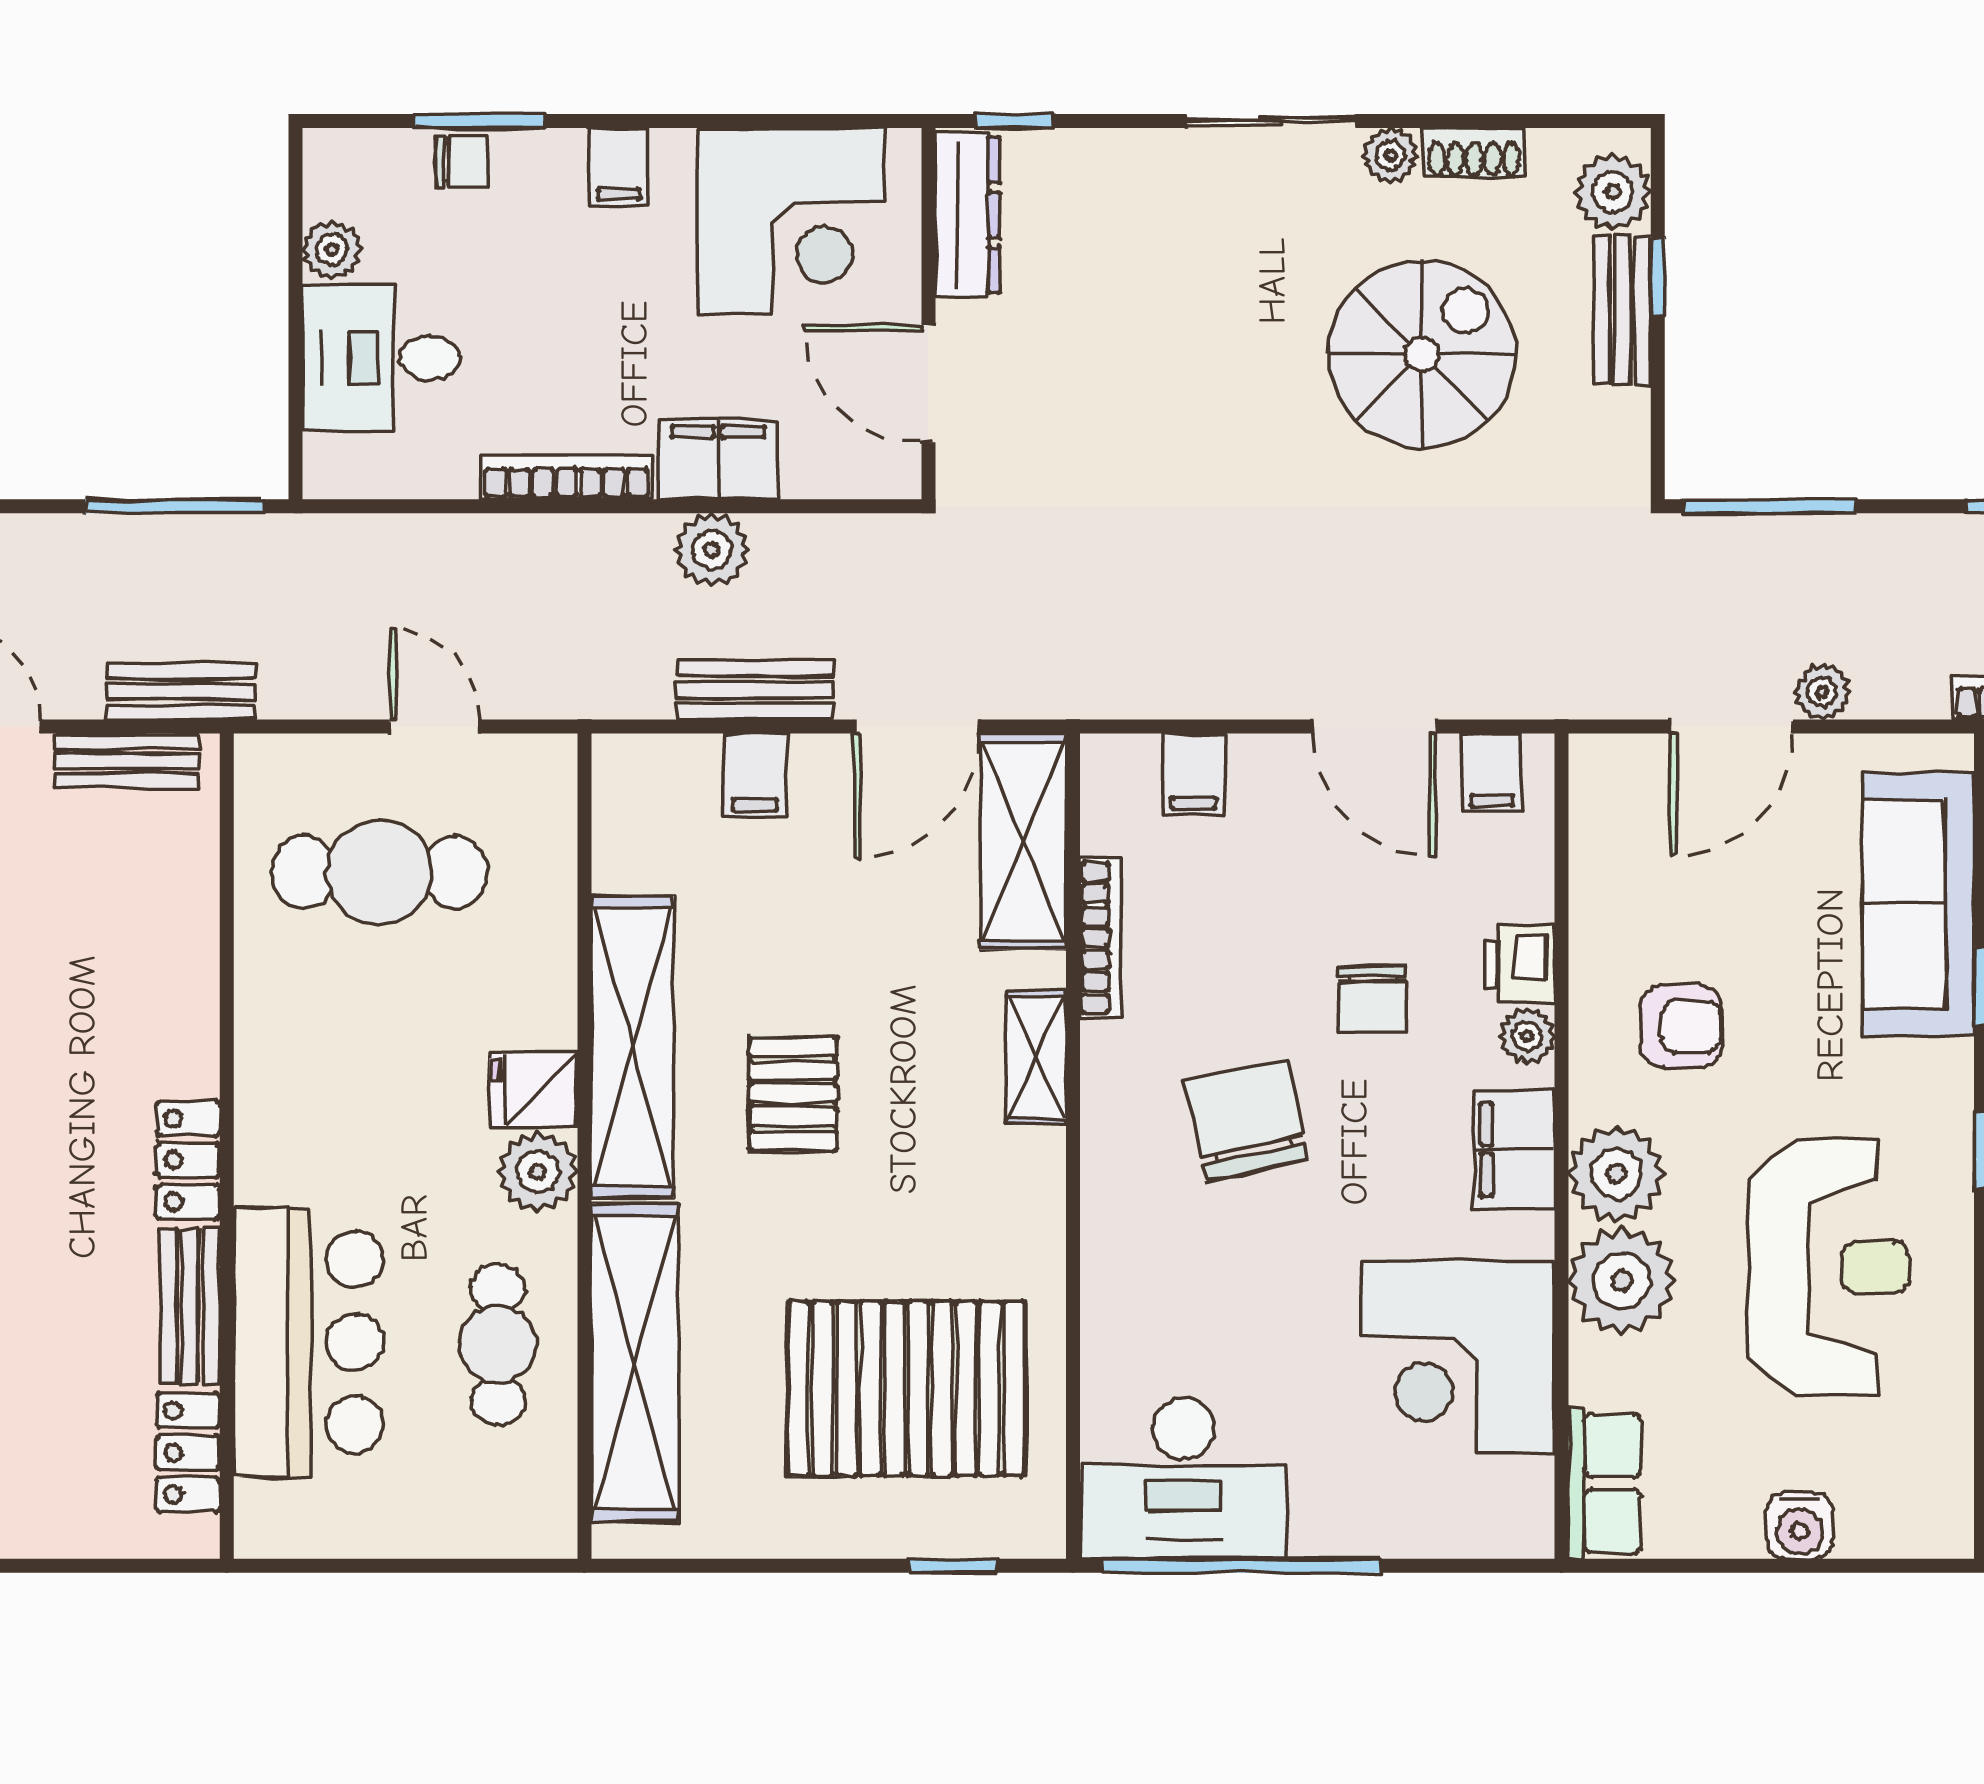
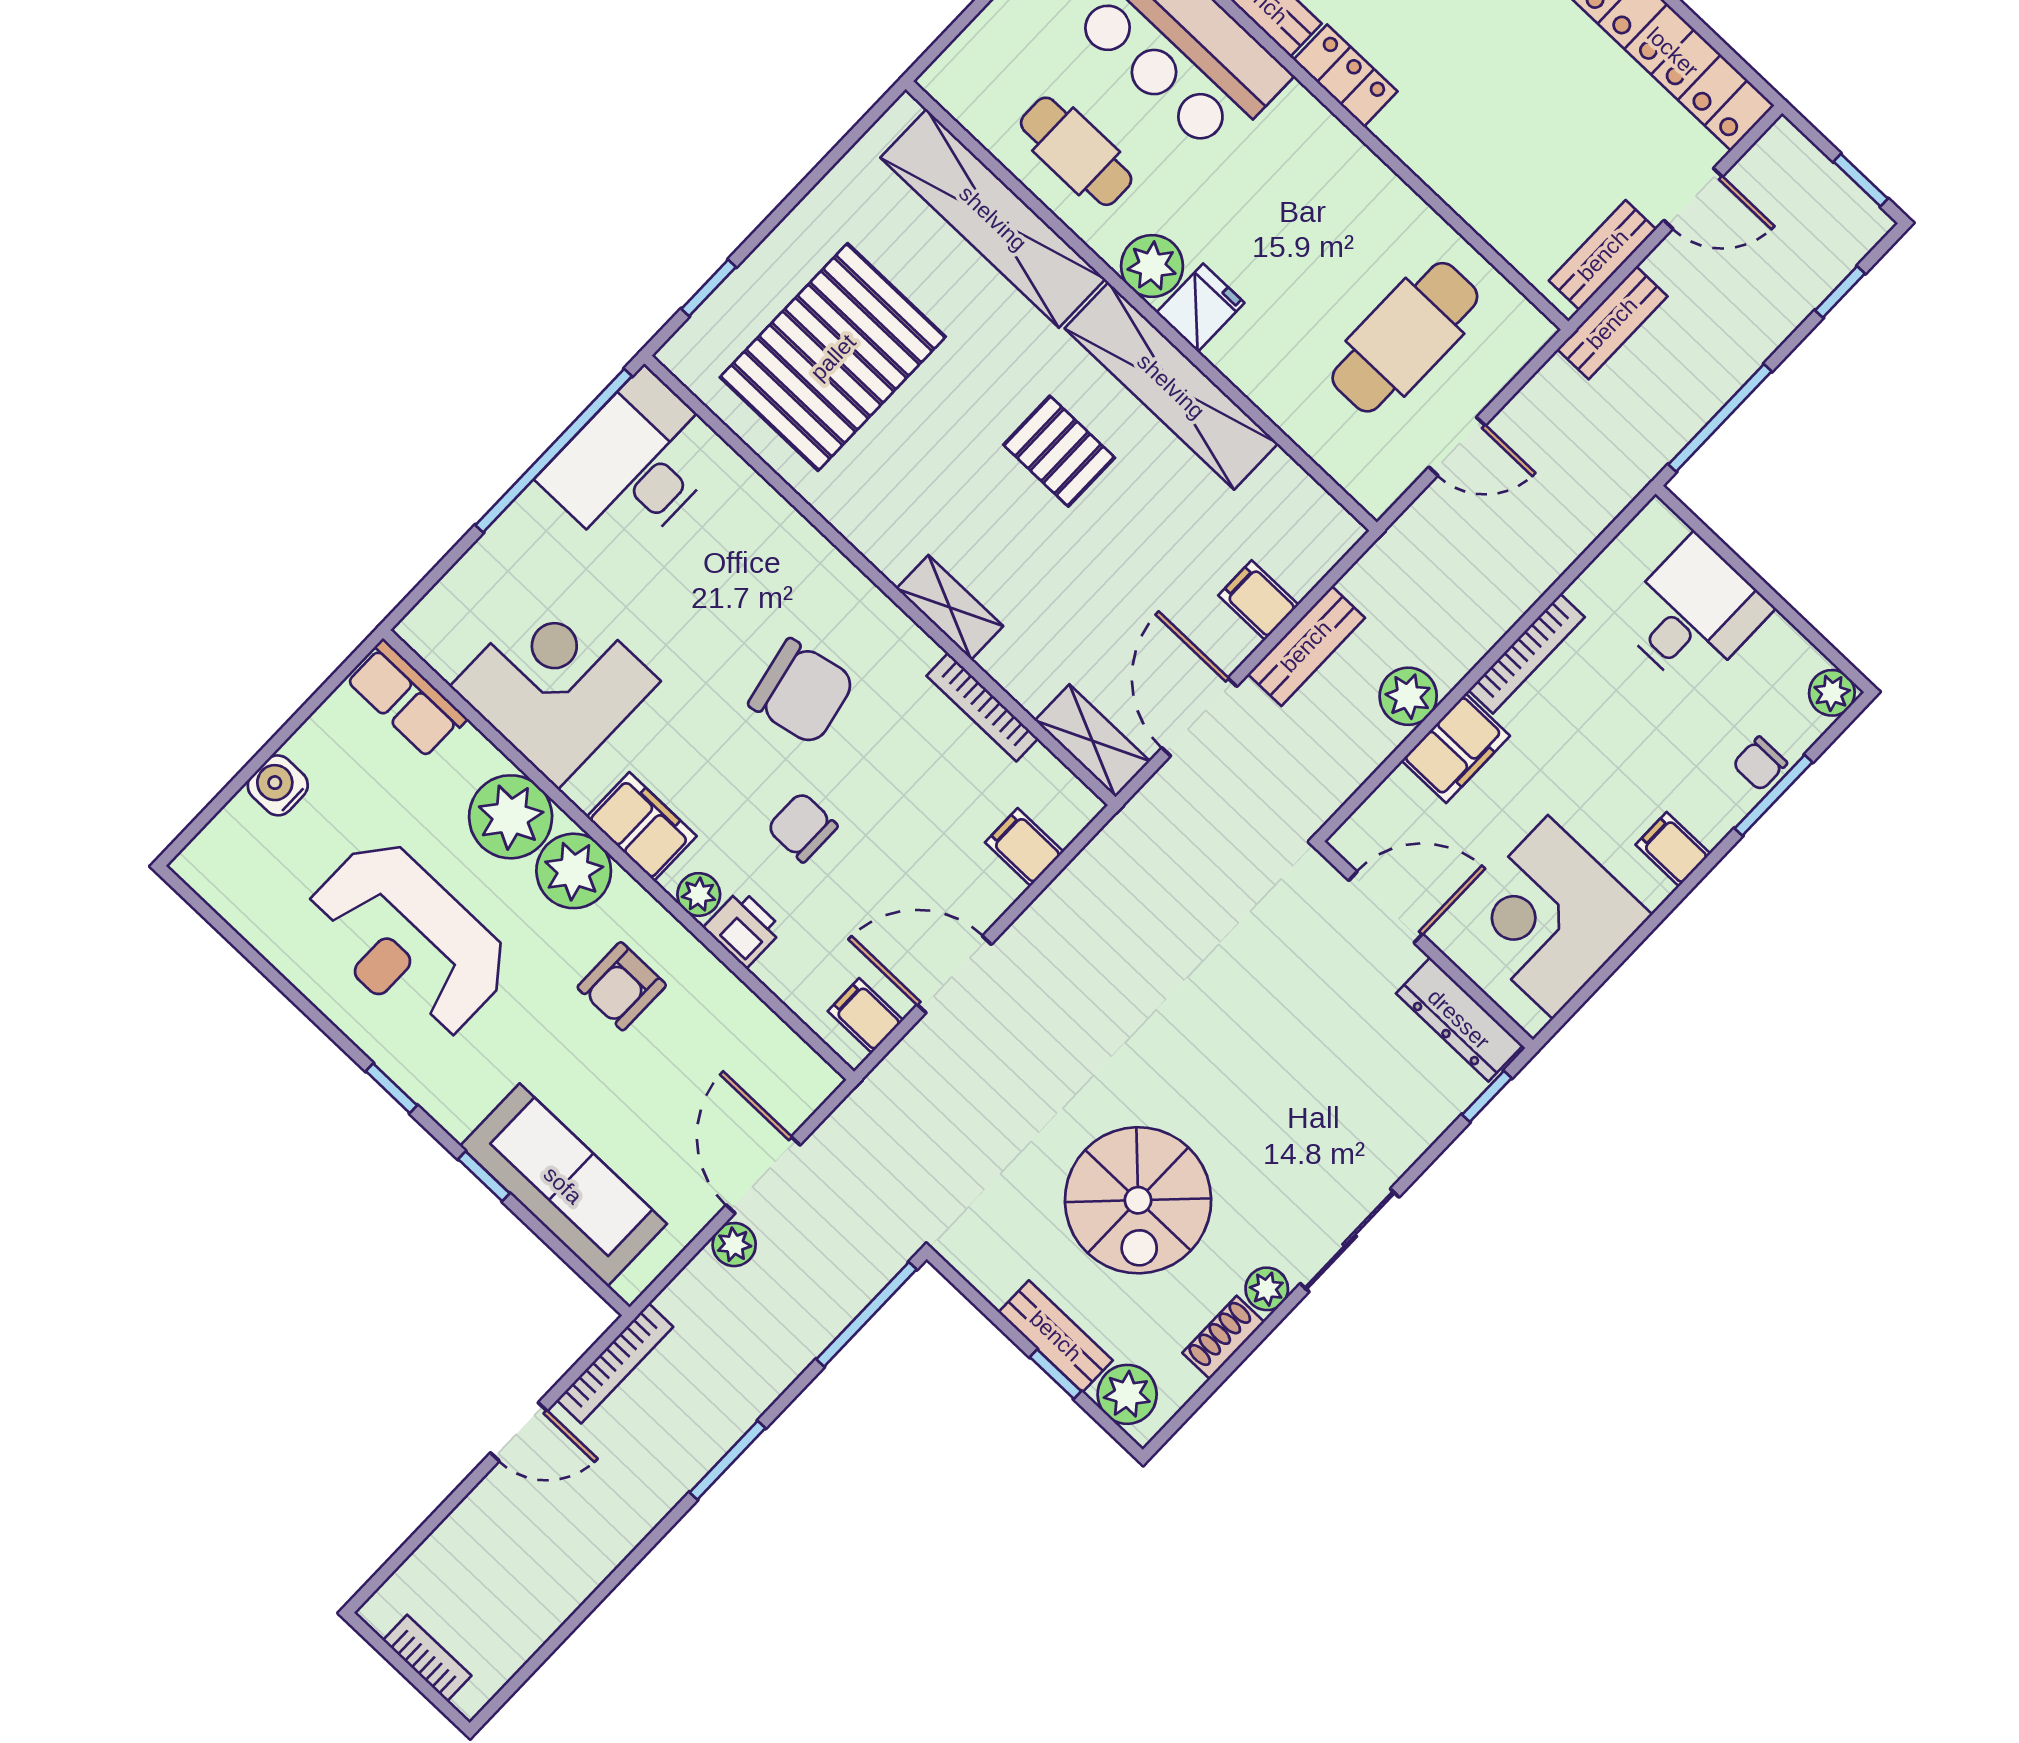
plant: (332, 250) -> (1832, 693), moved
shelving: (1023, 841) -> (1092, 741), width x0.67, depth x0.75

